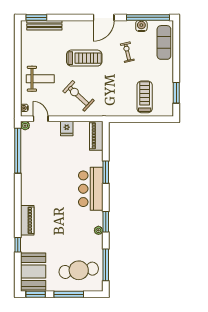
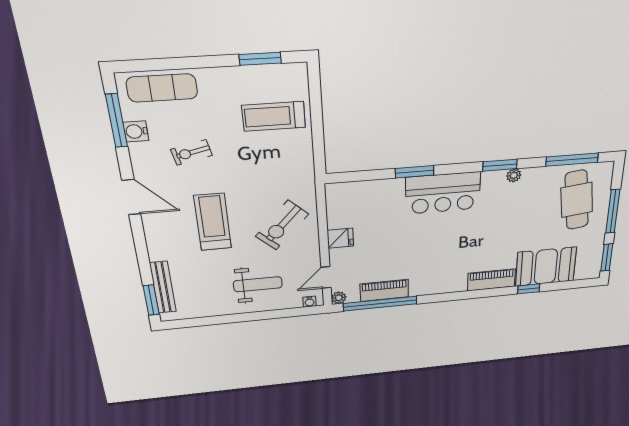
window: (148, 17) -> (116, 121), width x0.68
weight bench: (40, 79) -> (258, 284), turned 90
piano: (96, 136) -> (384, 290), moved, turned 180
booth: (33, 271) -> (546, 267), moved

